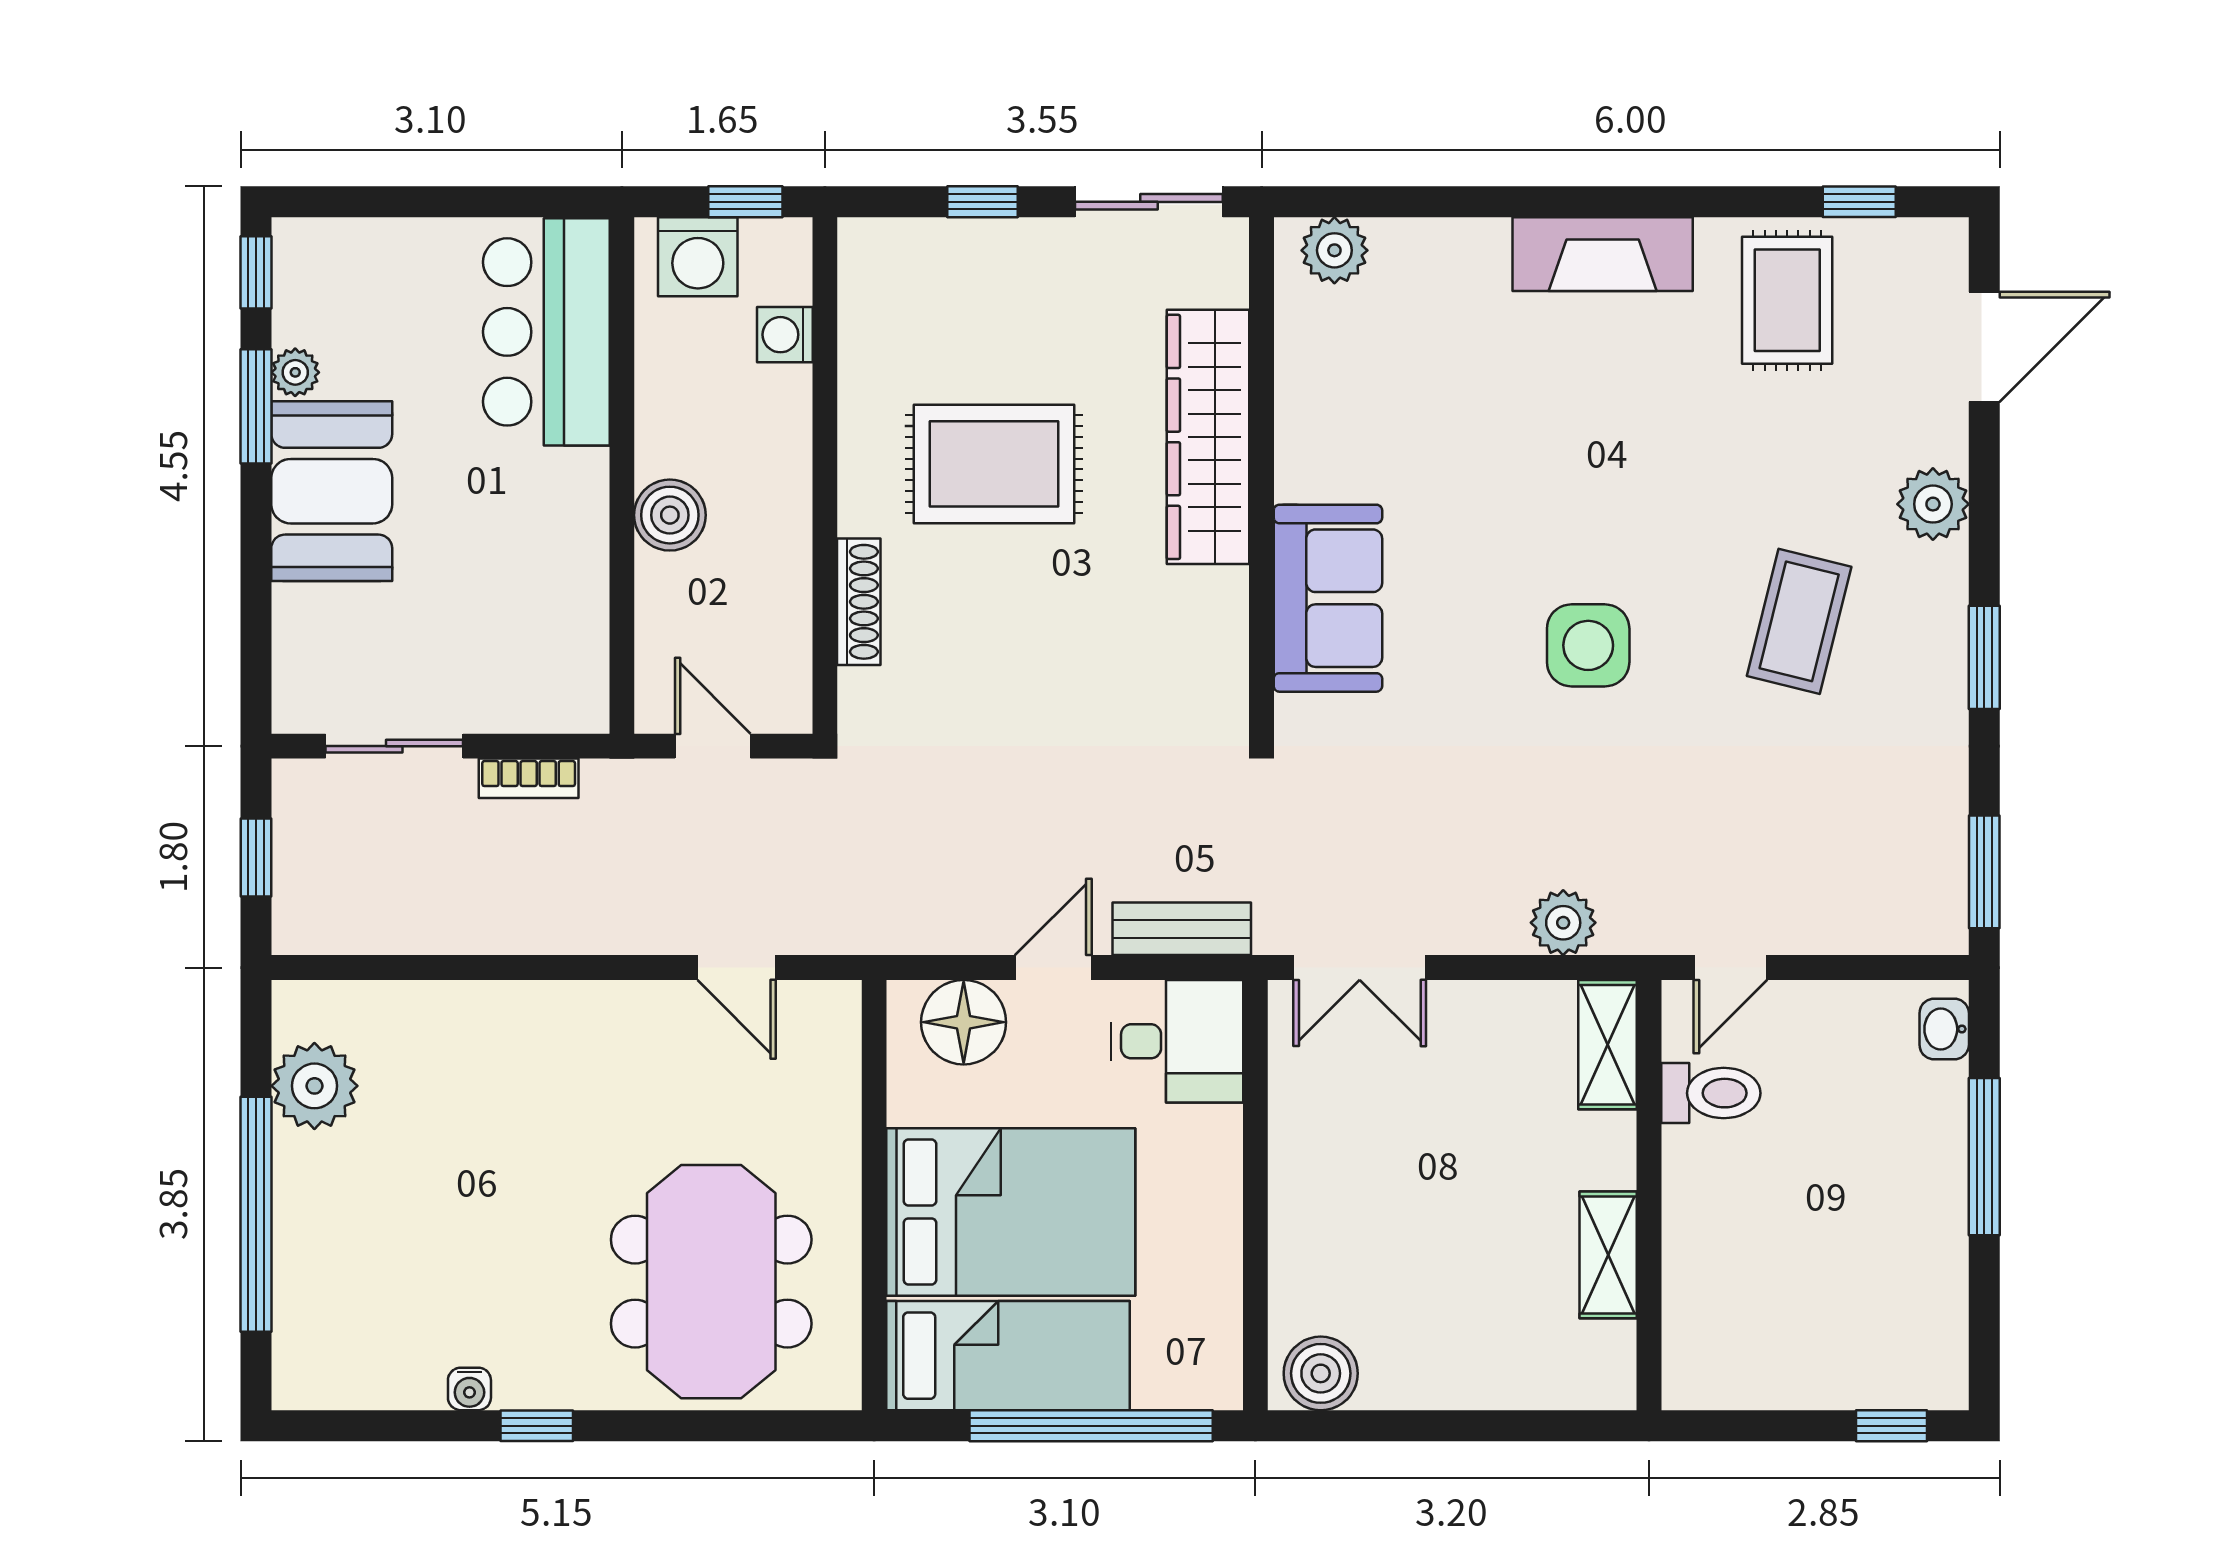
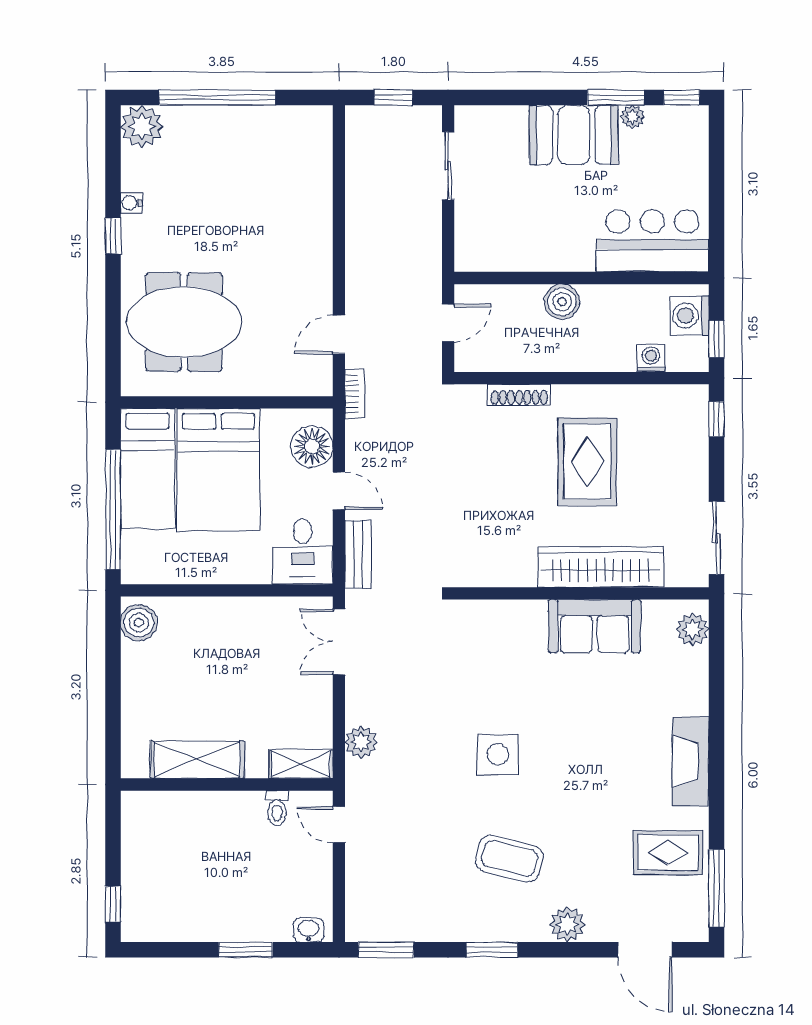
window: (982, 202) -> (716, 419), moved
window: (1859, 202) -> (716, 888), width x2.17
sofa: (1328, 598) -> (595, 626), moved
bookcase: (529, 778) -> (355, 394), moved, turned 180
plant: (314, 1086) -> (142, 126), moved
toilet: (1711, 1093) -> (277, 808), width x0.73, depth x0.72
window: (1984, 1157) -> (246, 950), width x0.69
shelving: (1608, 1255) -> (197, 760), width x1.50, depth x1.33

